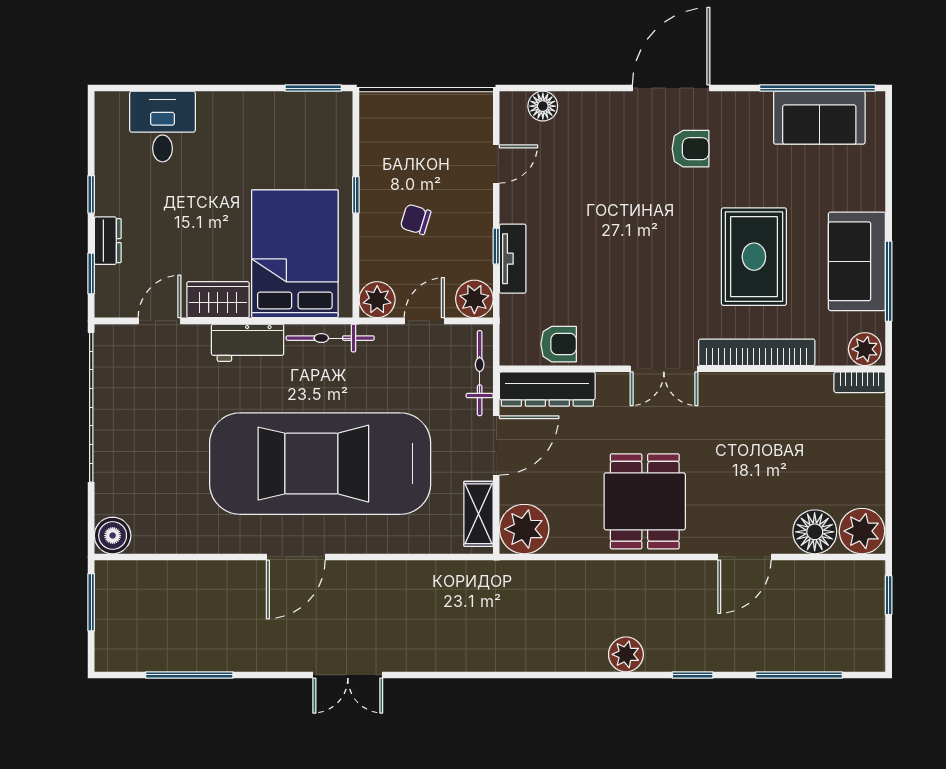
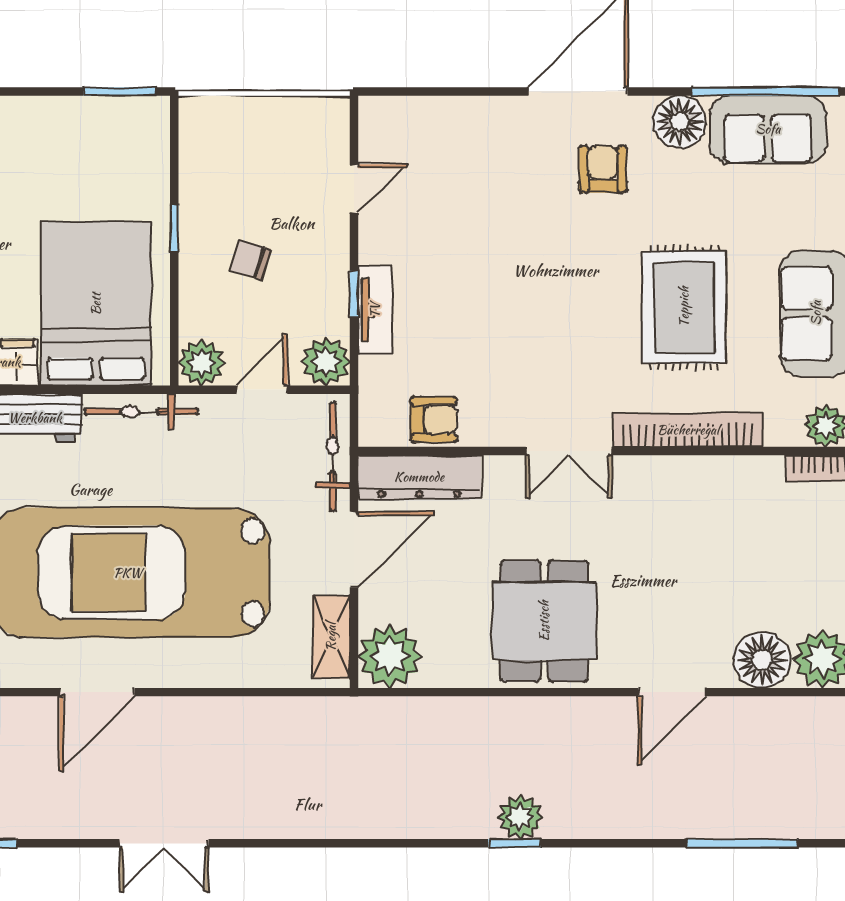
floor lamp: (543, 106) -> (680, 122), moved, width x1.38, depth x1.38
armchair: (690, 149) -> (603, 169), turned -90
window: (693, 675) -> (514, 843), moved

